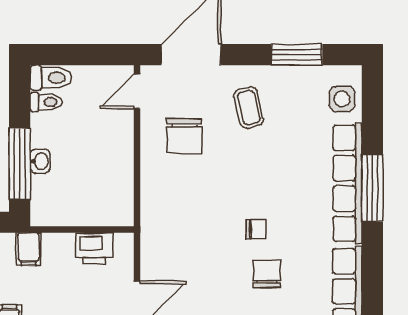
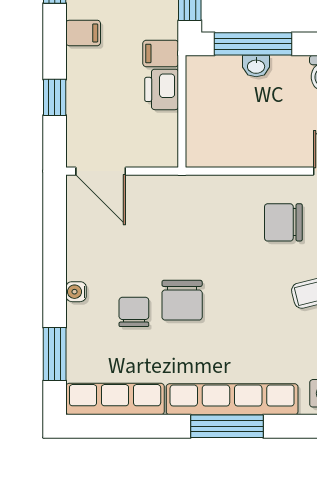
chair: (256, 229) -> (182, 300), width x1.87, depth x1.87
printer: (94, 248) -> (162, 89), moved
chair: (267, 274) -> (134, 312), turned -90

